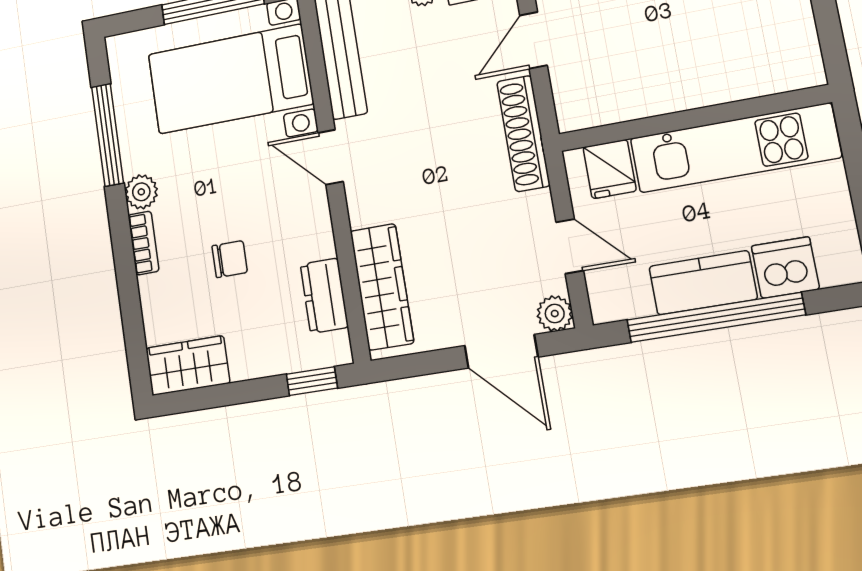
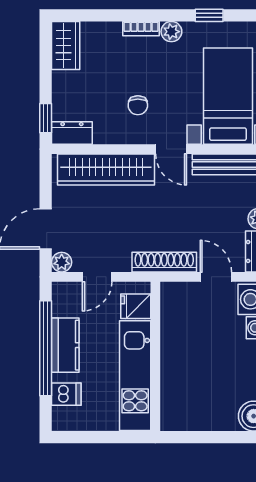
window: (108, 135) -> (209, 15), width x0.46
door: (330, 157) -> (171, 149), swing flipped
chair: (230, 259) -> (138, 105), moved
dishwasher: (785, 268) -> (66, 394), width x0.73
wardrobe: (382, 287) -> (106, 170), width x1.40, depth x1.17
dresser: (324, 296) -> (72, 133), moved

